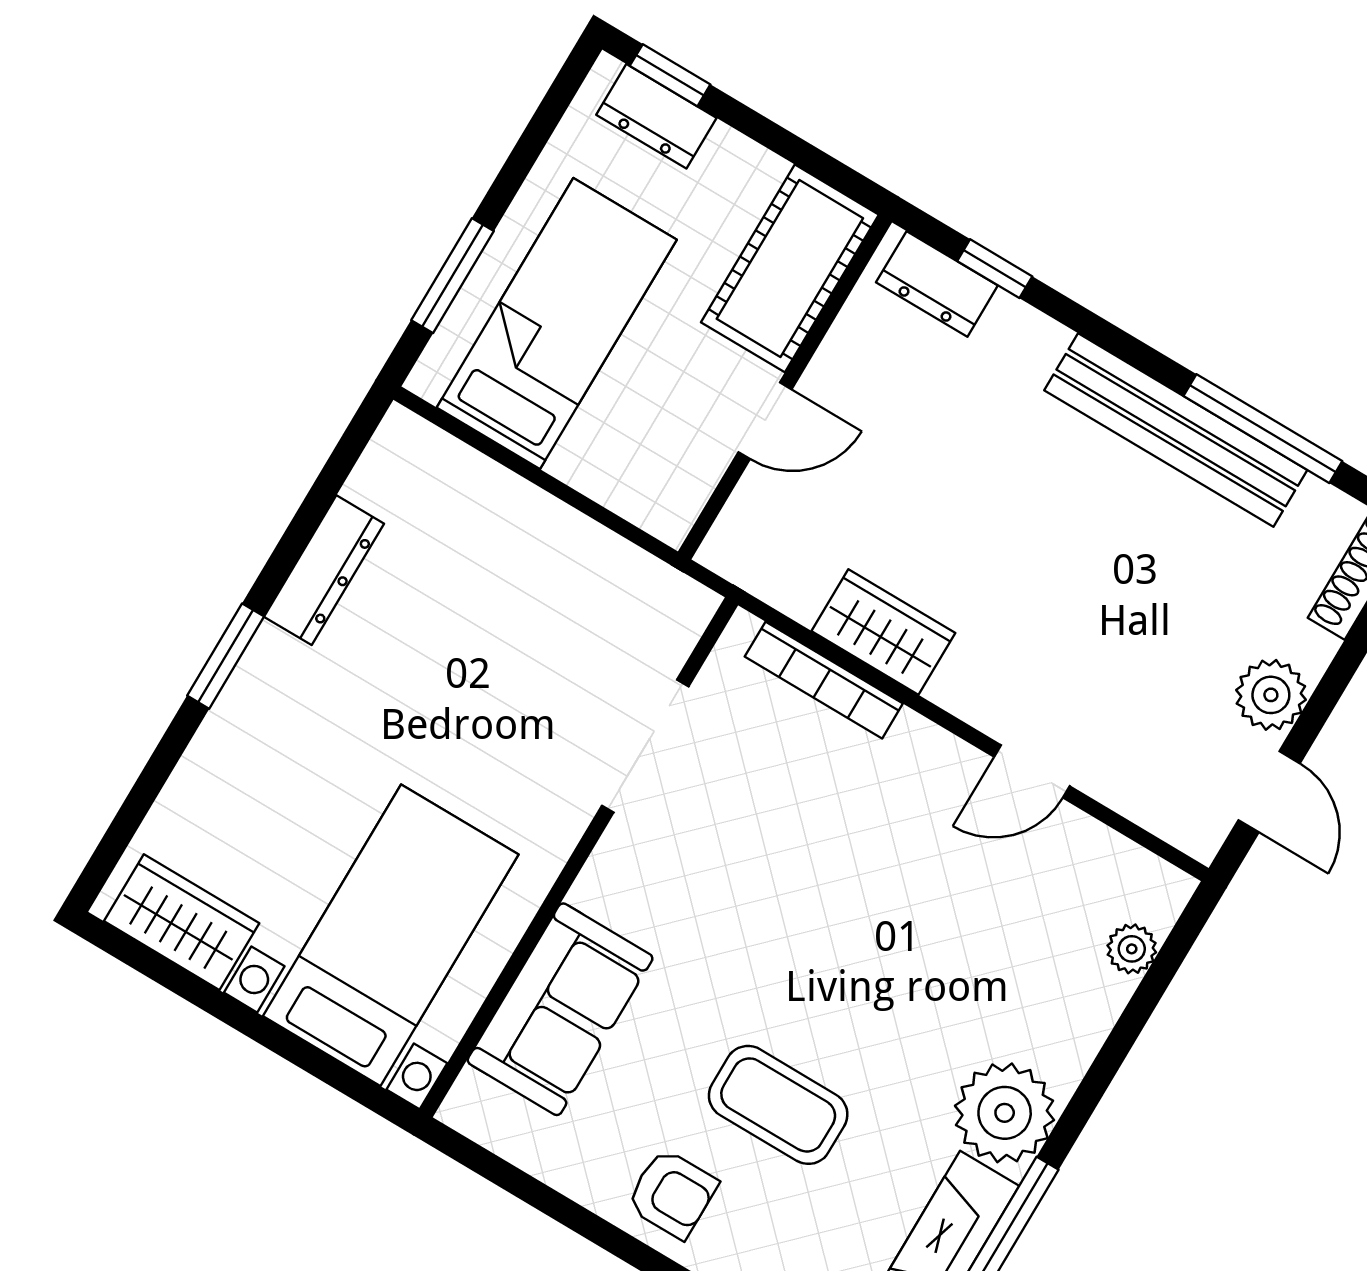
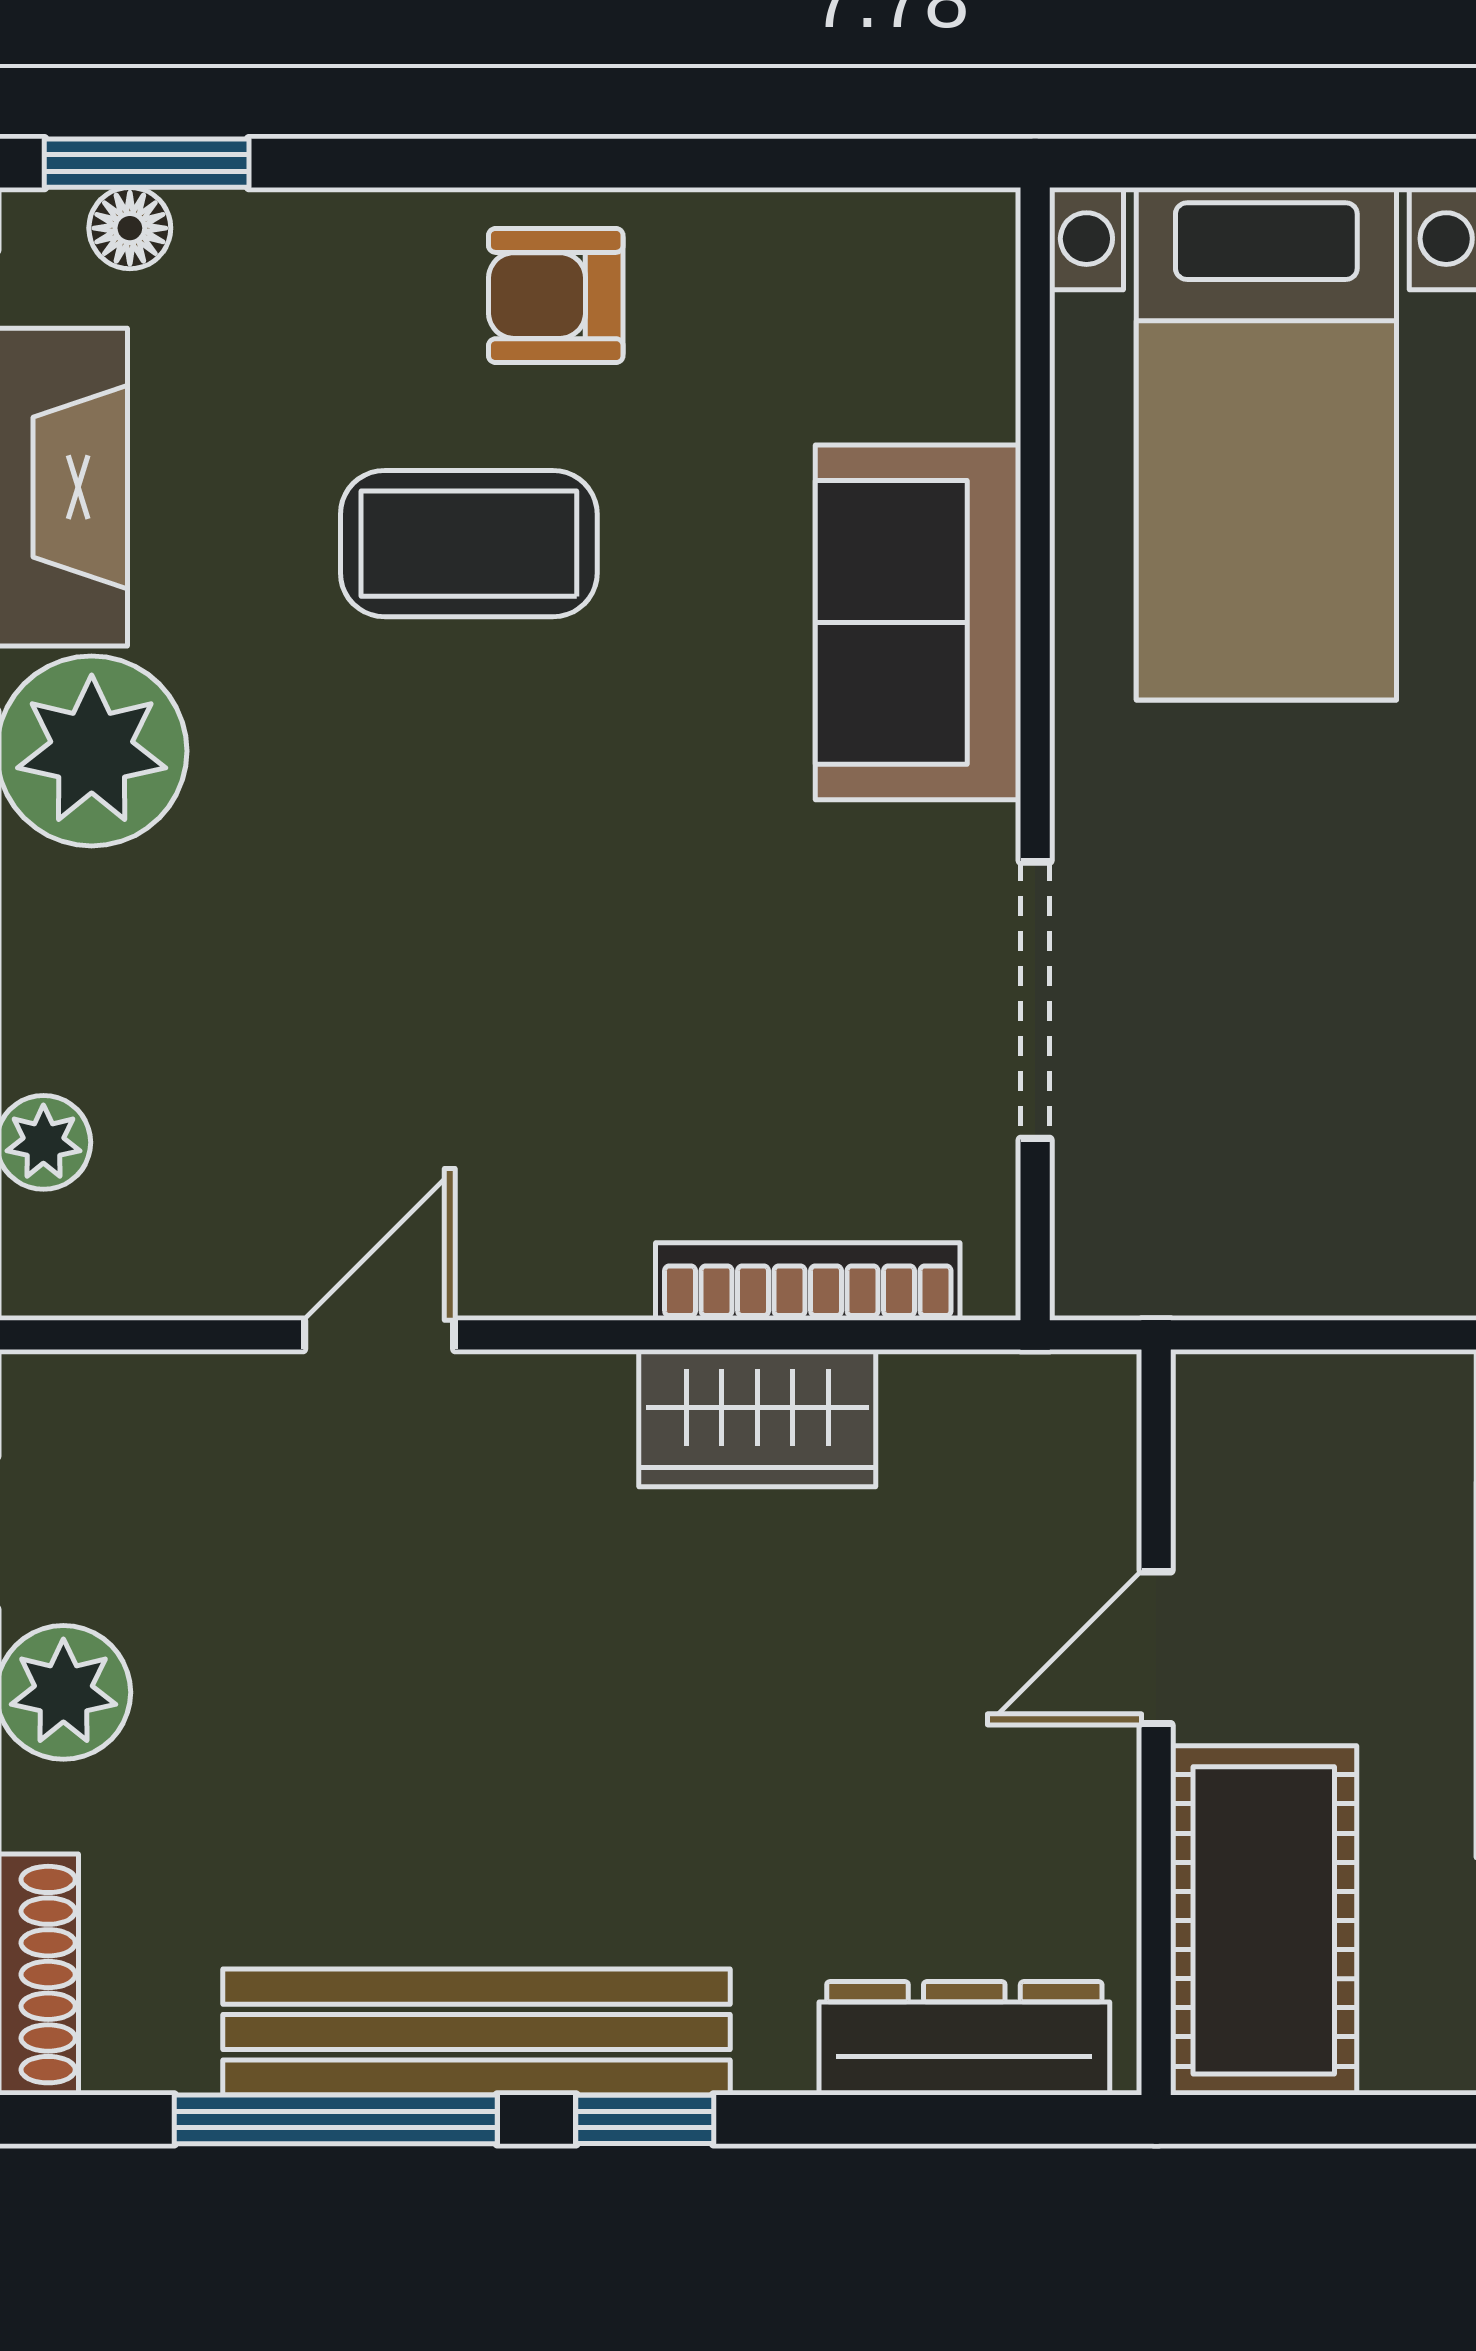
window: (995, 269) -> (645, 2119), moved
dresser: (937, 284) -> (964, 2038), width x1.44
sofa: (560, 1009) -> (918, 622), moved

